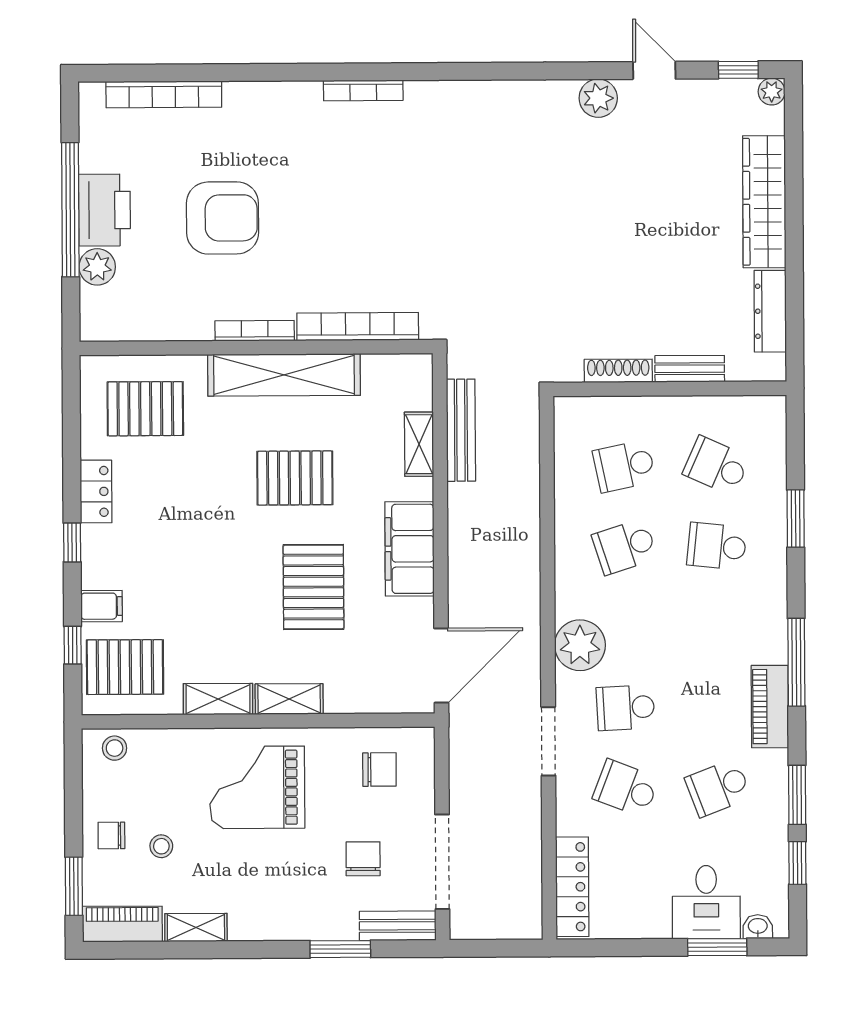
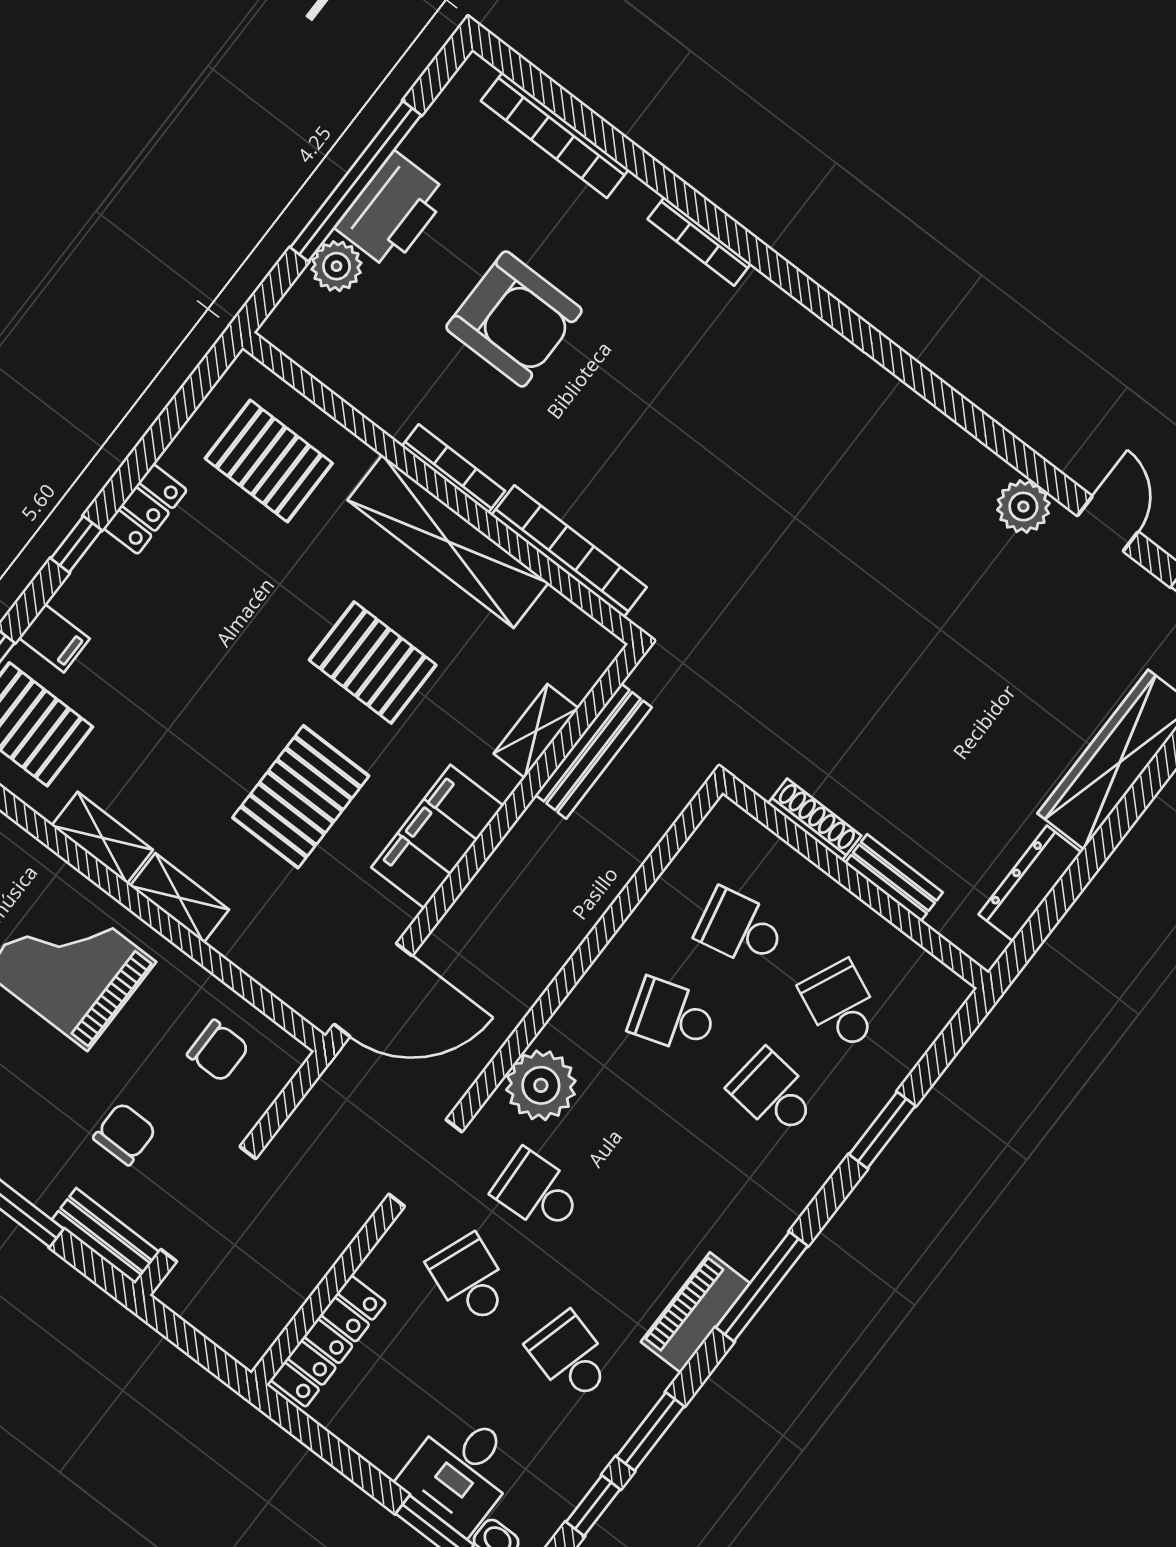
bookcase: (363, 90) -> (699, 241), moved
school desk: (718, 788) -> (570, 1357), turned 36

